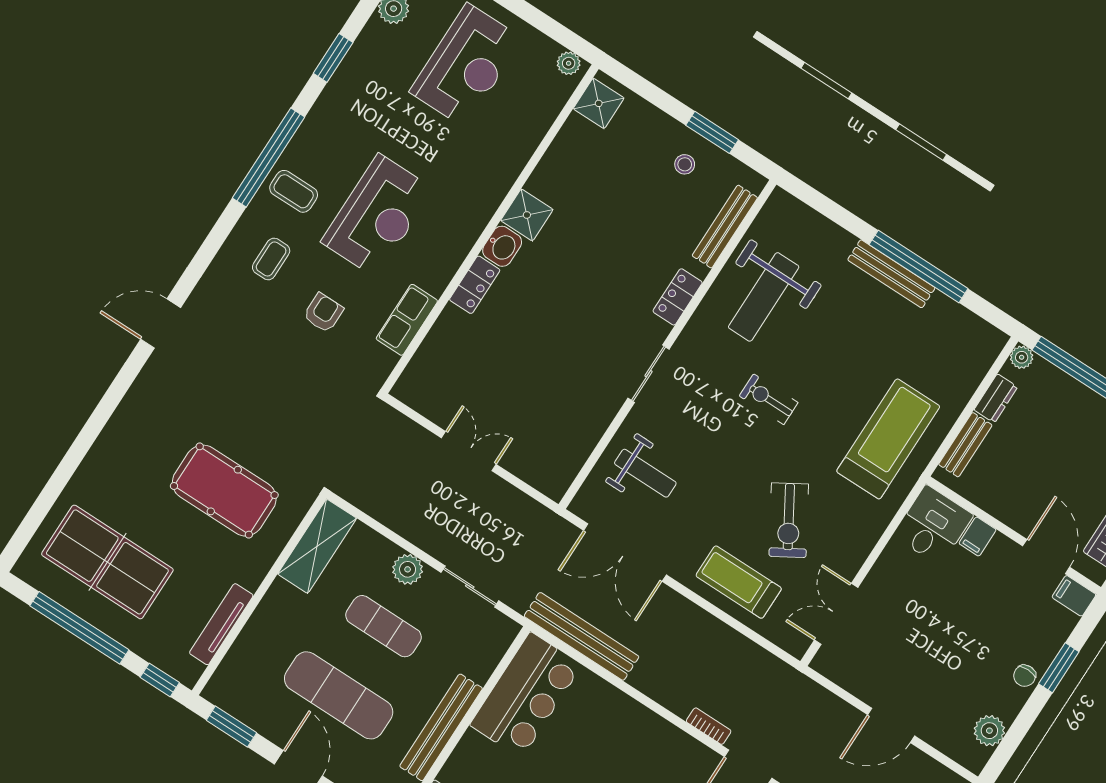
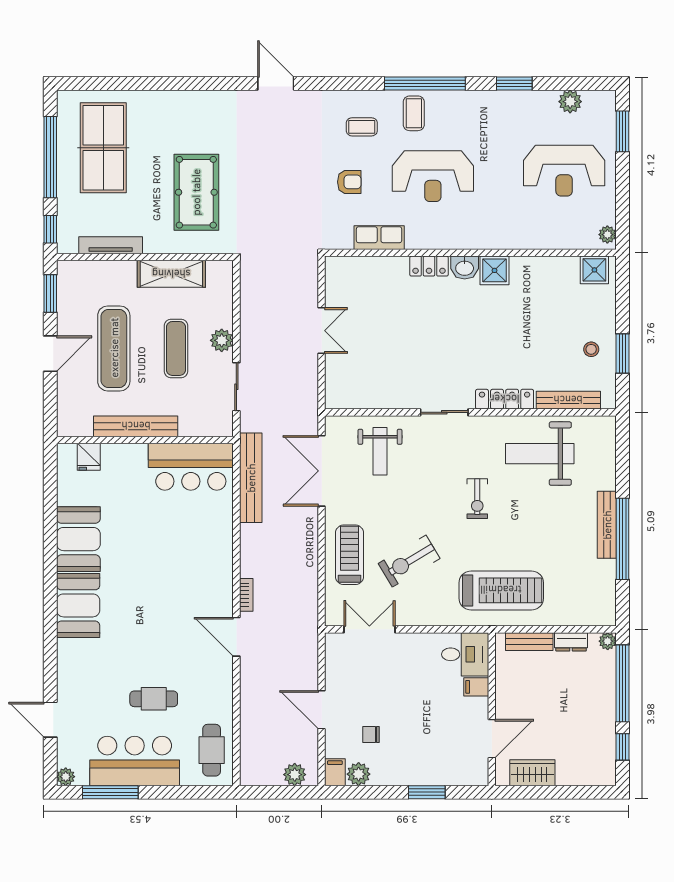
locker: (678, 297) -> (505, 399), width x1.53
exercise bike: (769, 399) -> (477, 499), turned 180
shelving: (317, 546) -> (171, 274), moved
filing cabinet: (1074, 596) -> (335, 772), moved
chair: (1025, 676) -> (371, 734), moved

